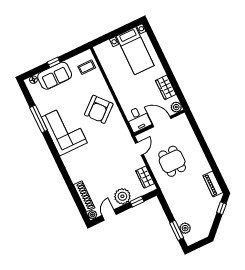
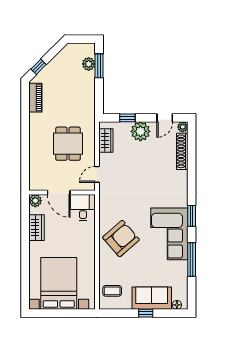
bed with nightstands: (135, 51) -> (59, 283), width x1.36
window: (54, 151) -> (192, 216), added

